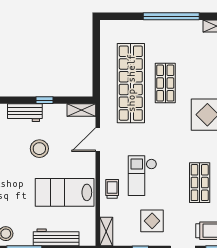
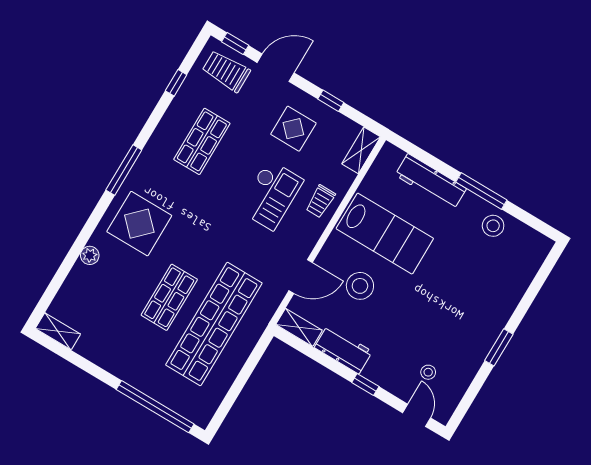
window: (171, 16) -> (155, 407), moved
window: (45, 100) -> (365, 385), moved
workbench: (25, 113) -> (343, 349), moved
stool: (39, 149) -> (360, 286), moved

